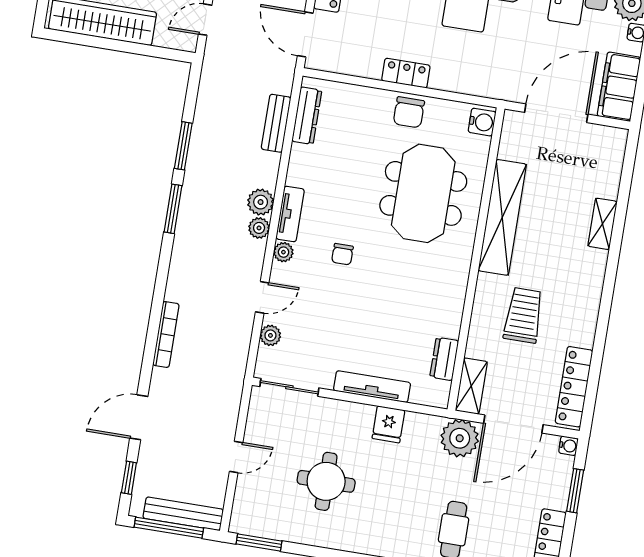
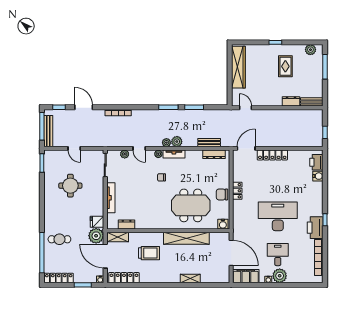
fridge: (388, 424) -> (97, 222), moved

